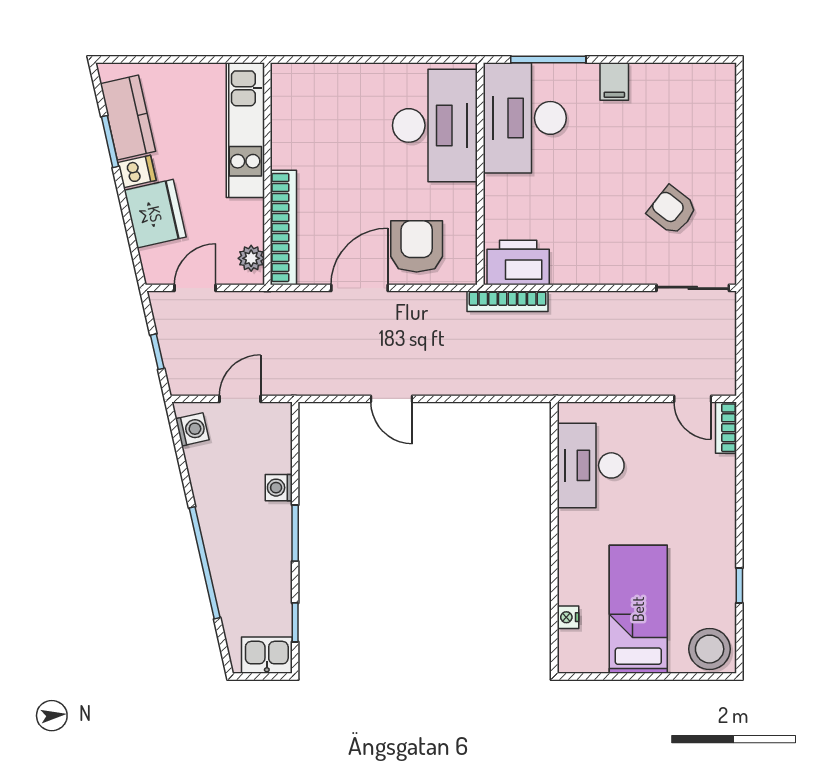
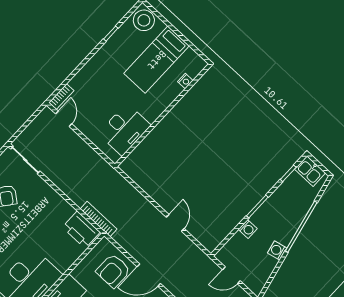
washing machine: (192, 429) -> (277, 250), moved

